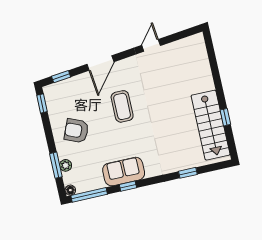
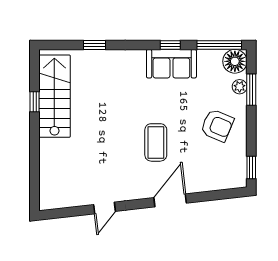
window: (61, 77) -> (221, 195), removed
floor lamp: (70, 190) -> (235, 61), width x1.89, depth x1.89

